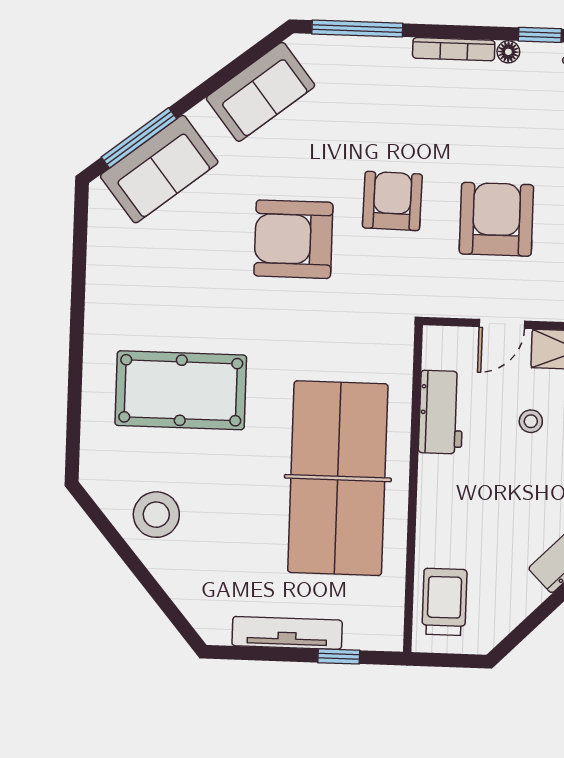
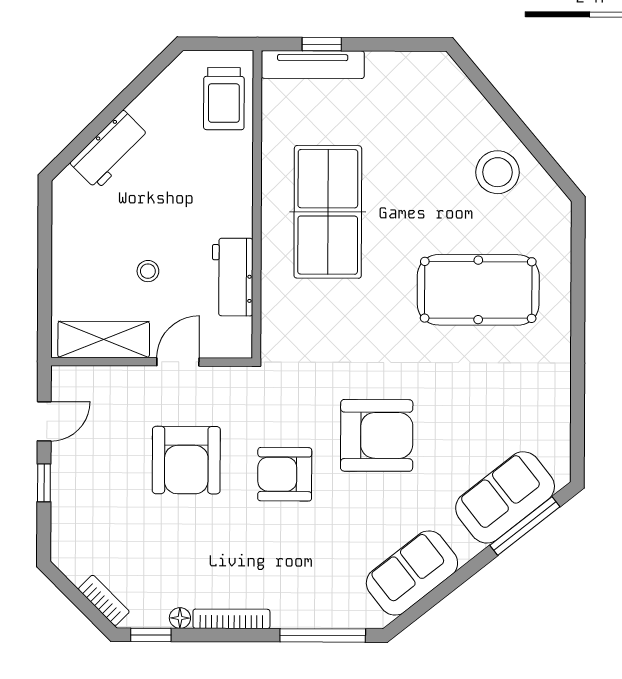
armchair: (392, 201) -> (285, 474), turned 89
table tennis table: (338, 478) -> (328, 212), width x0.73, depth x0.76
tv unit: (287, 633) -> (313, 65), moved

